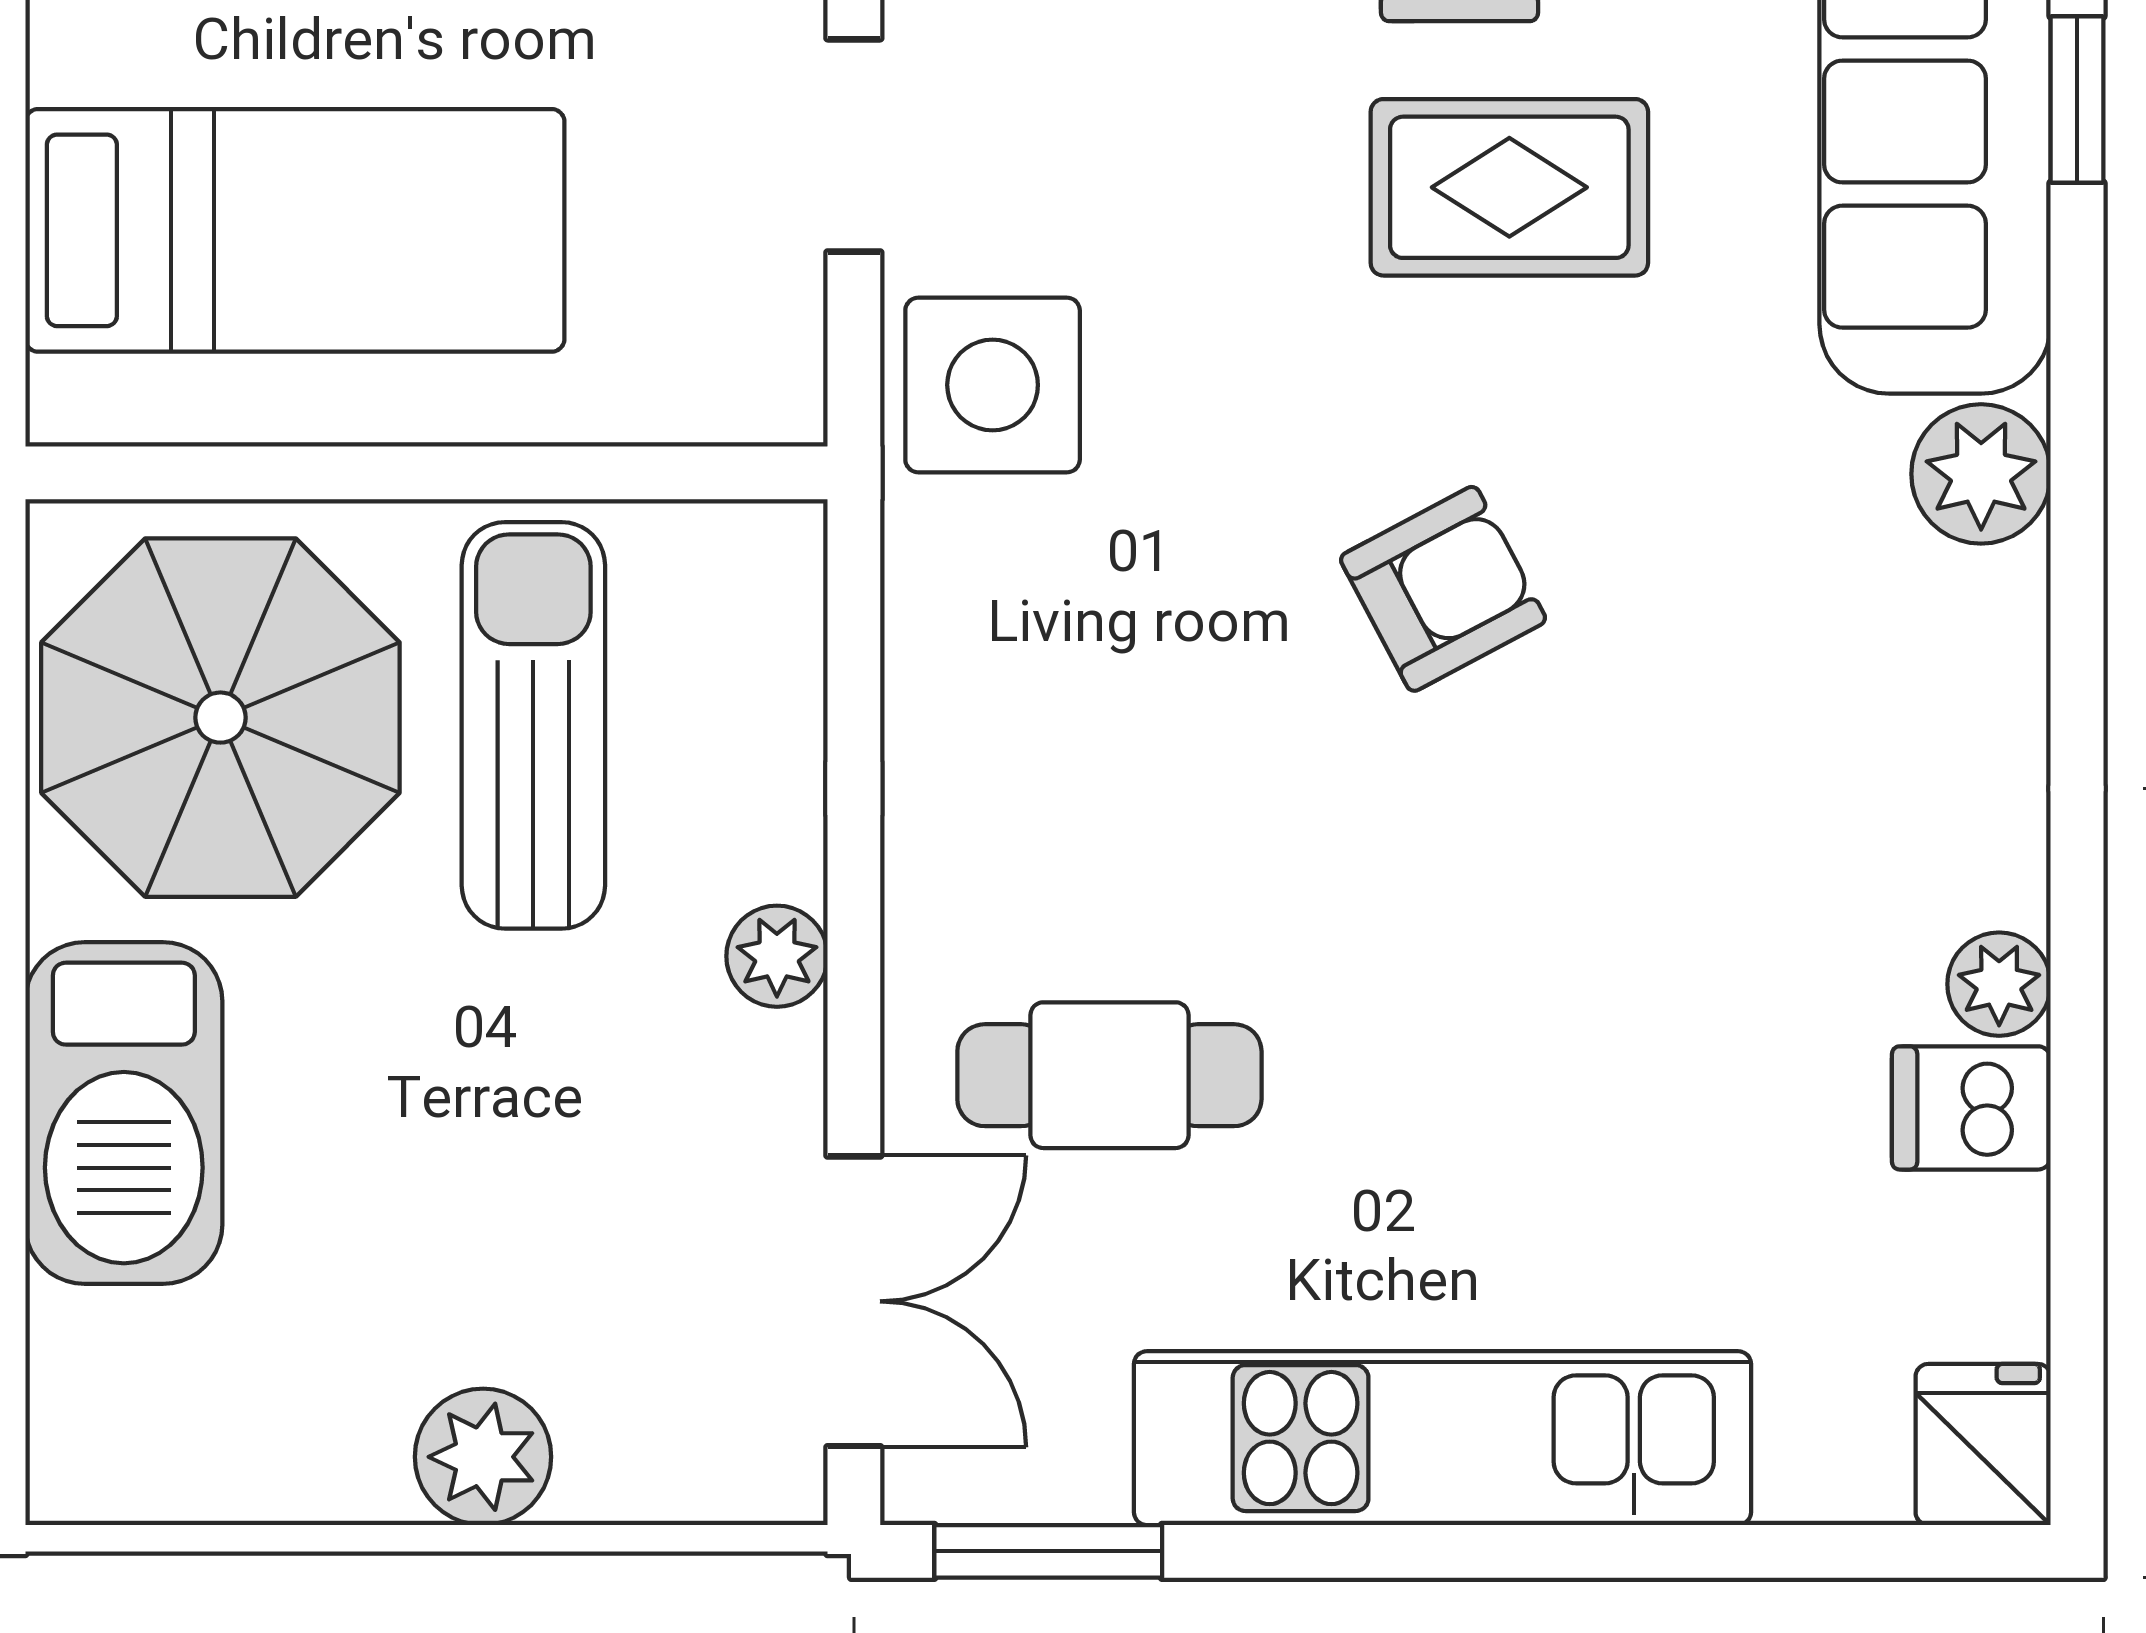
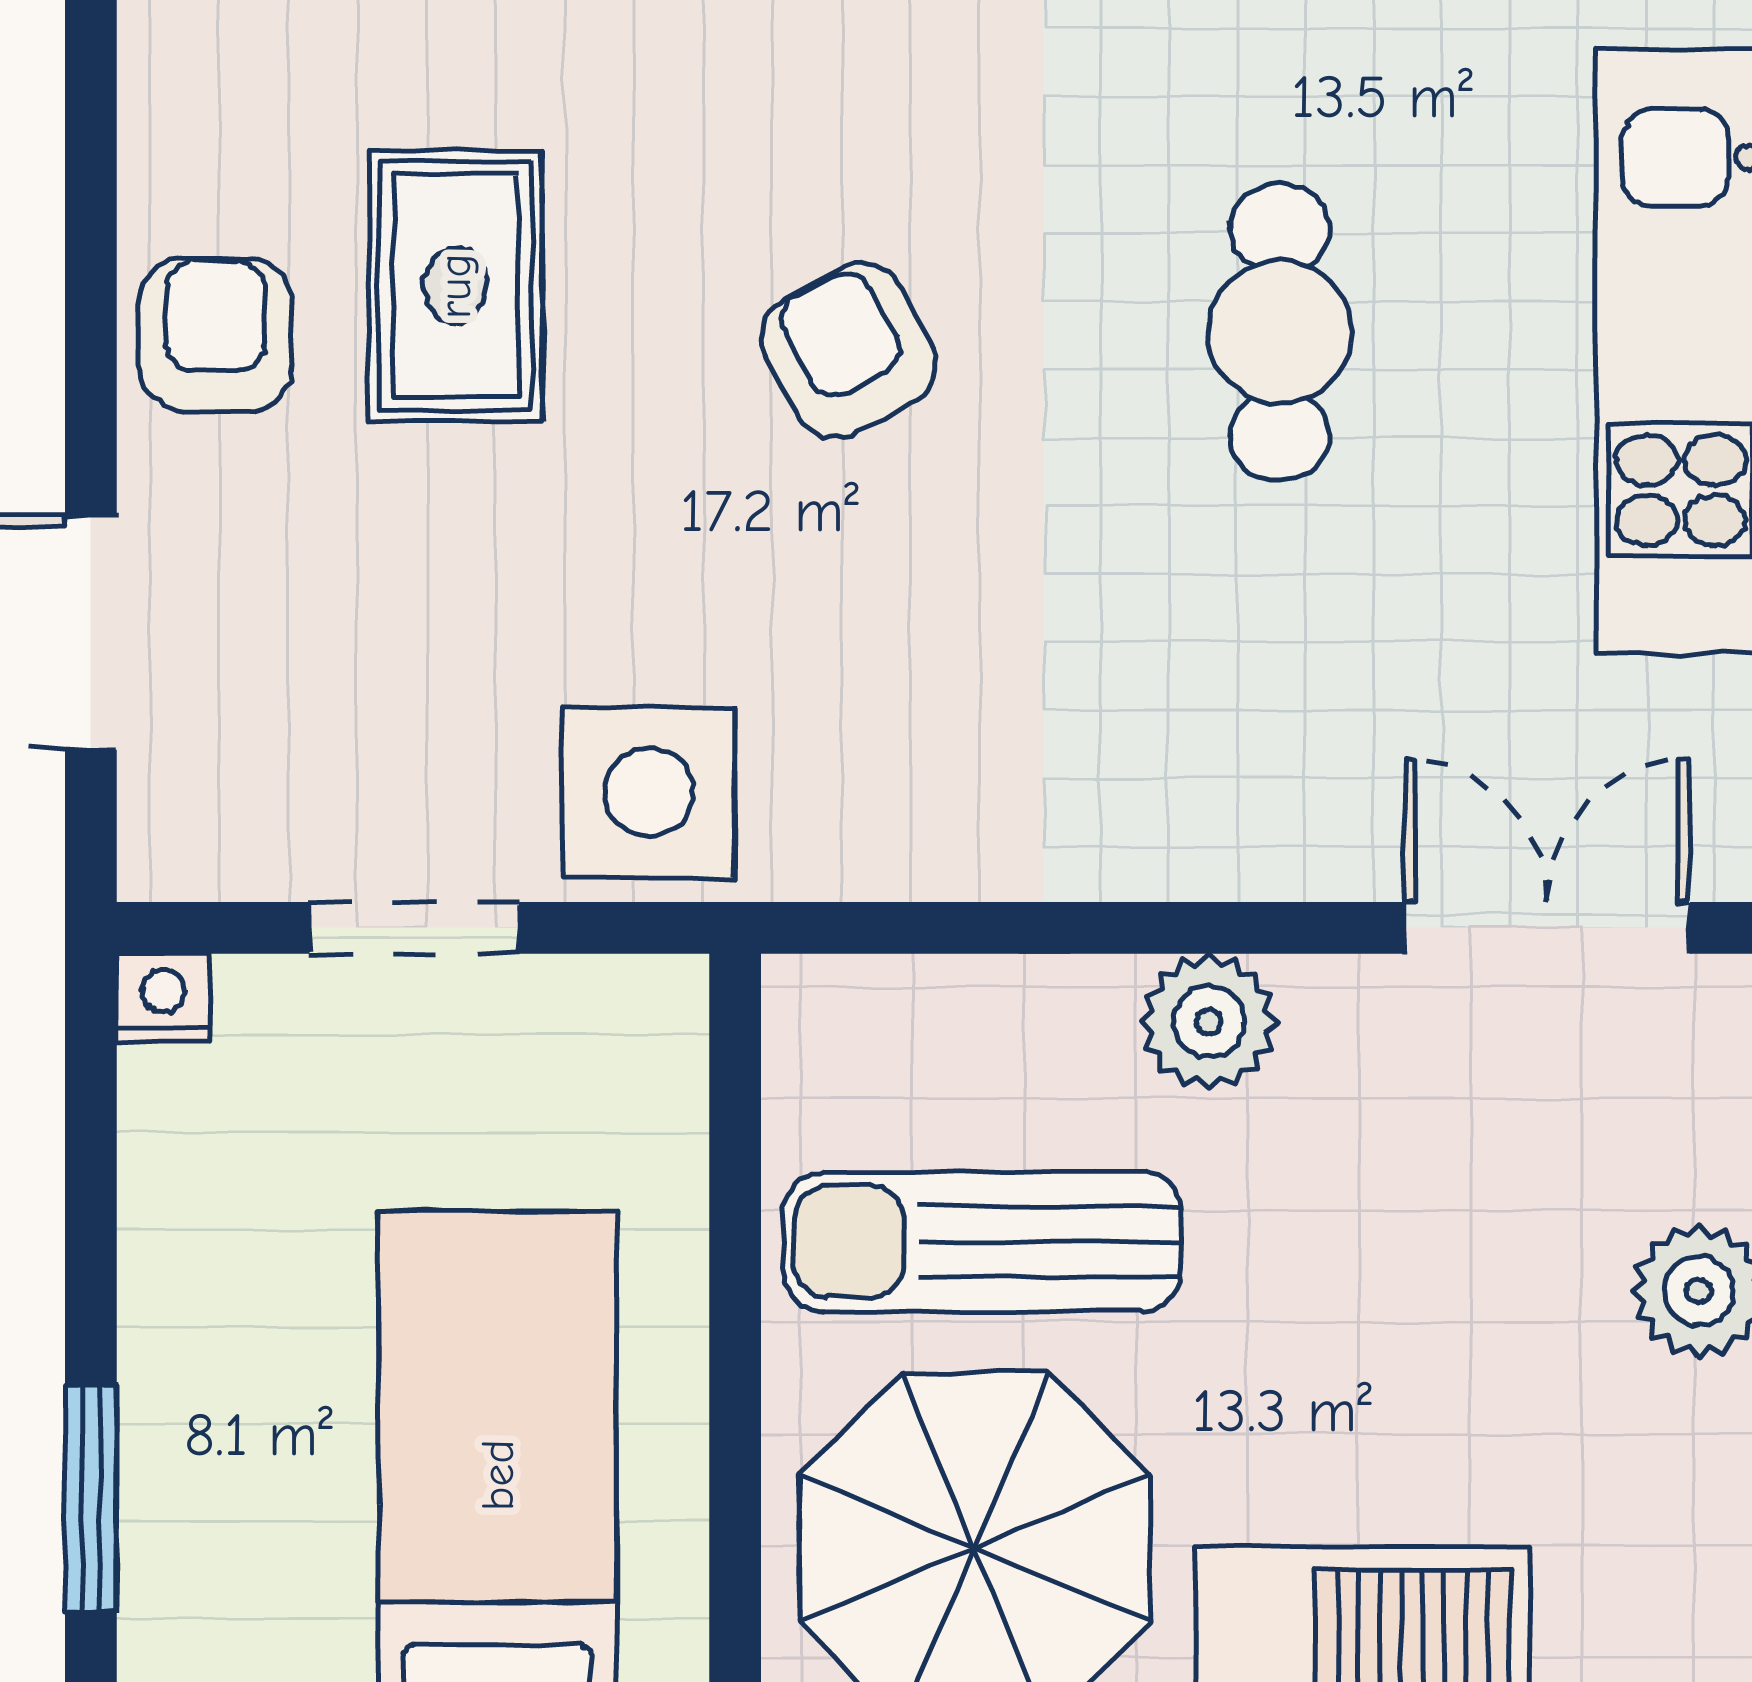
plant: (777, 956) -> (1209, 1022), width x1.38, depth x1.38
cafe table: (1109, 1075) -> (1280, 332), moved

